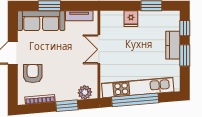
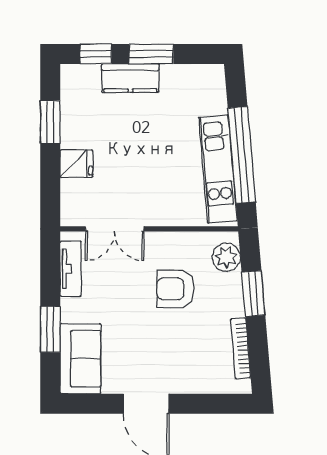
sofa: (41, 21) -> (80, 359), width x0.73
double door: (99, 49) -> (115, 229), moved
armchair: (33, 73) -> (176, 289), moved
kitchen unit: (138, 87) -> (218, 169), width x0.73

